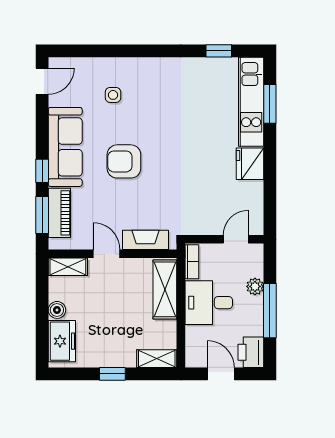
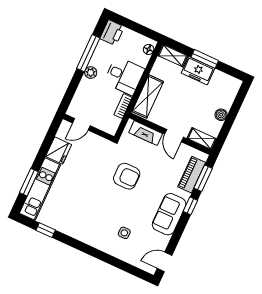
sofa: (65, 147) -> (169, 214), width x0.73
armchair: (124, 161) -> (127, 176), moved
wall: (224, 239) -> (88, 128), moved
door: (236, 239) -> (81, 124), moved
freezer: (62, 341) -> (198, 71), moved, turned -90
floor lamp: (192, 352) -> (149, 49), added
window: (112, 374) -> (205, 59), width x1.50
door: (221, 374) -> (137, 28), removed

